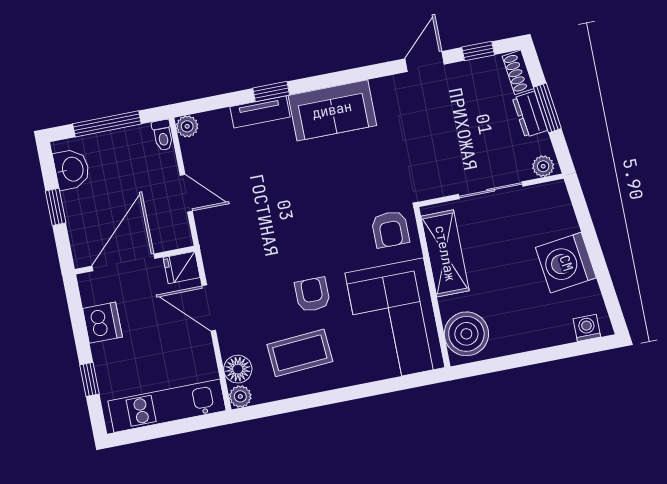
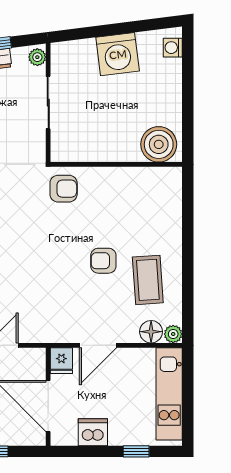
shelving: (445, 253) -> (91, 149), removed
corner sofa: (395, 320) -> (137, 199), removed

